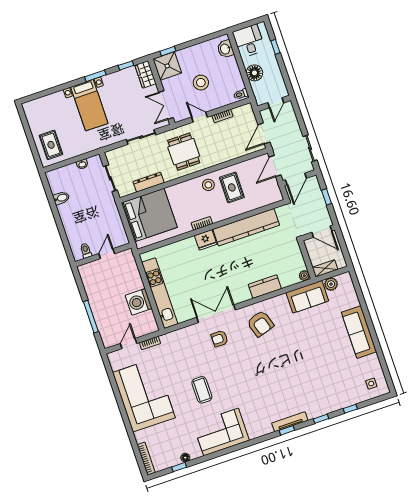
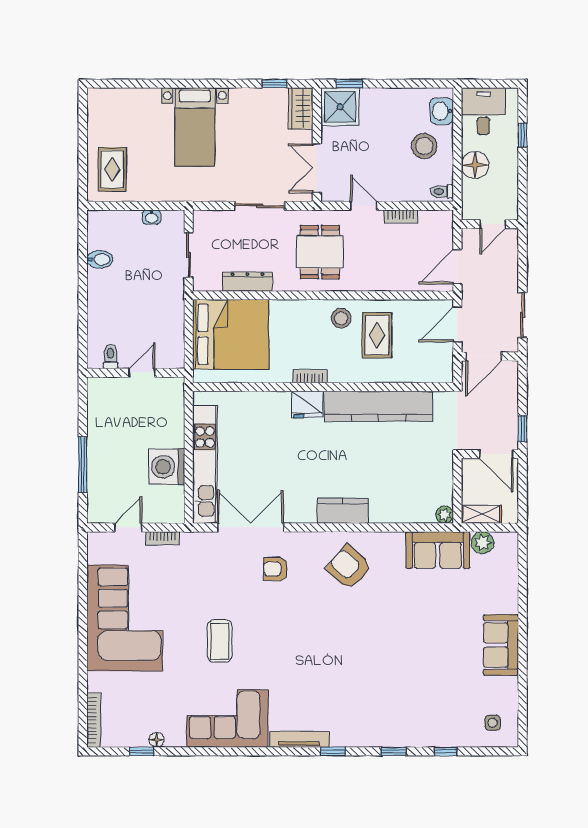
window: (95, 76) -> (220, 84), removed
stool: (201, 83) -> (424, 146), moved
window: (327, 197) -> (523, 429), moved
kitchen counter: (265, 287) -> (343, 511), moved
double door: (216, 314) -> (251, 527), moved
armchair: (260, 324) -> (349, 567), turned 149
sofa: (359, 332) -> (501, 645), width x0.73
tv unit: (290, 422) -> (299, 739), moved

